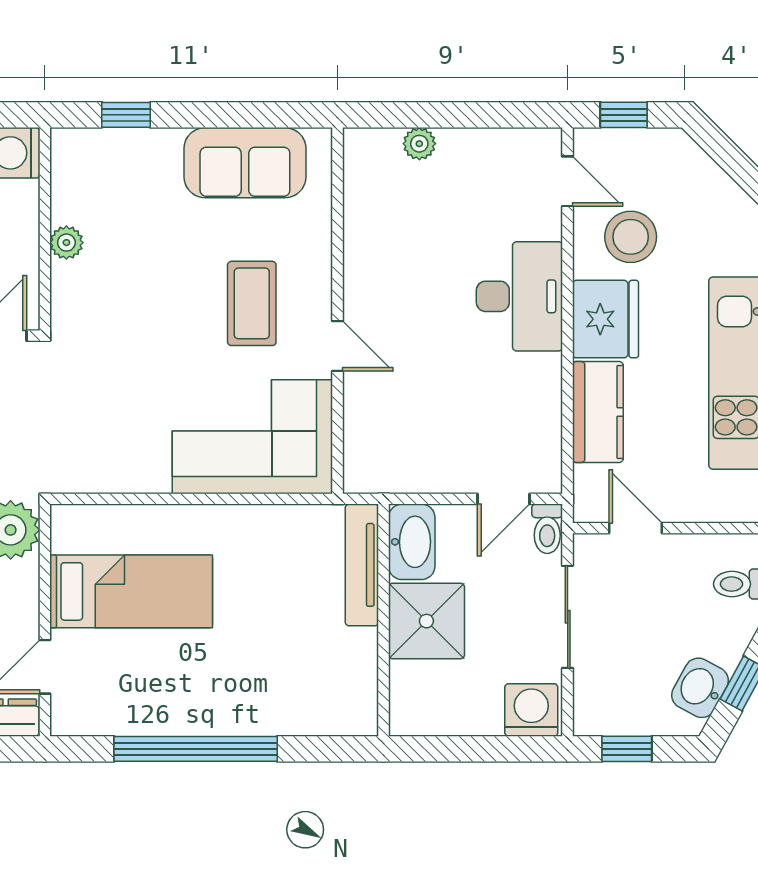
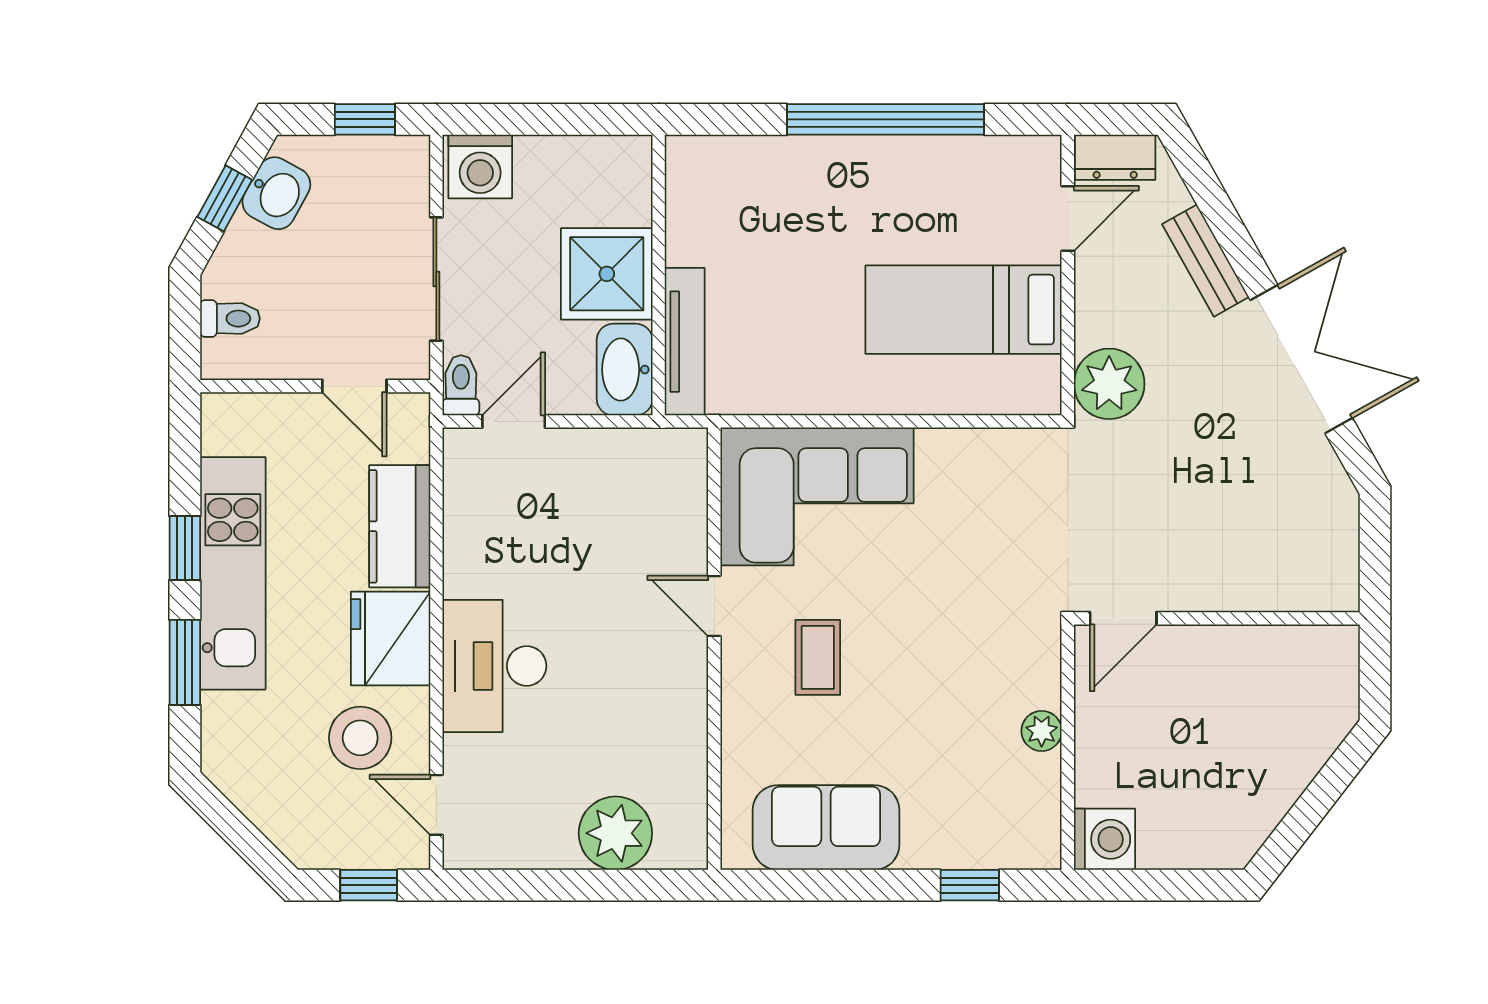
plant: (419, 144) -> (615, 833), width x1.88, depth x1.88
coffee table: (252, 303) -> (818, 657), width x0.73, depth x0.77

